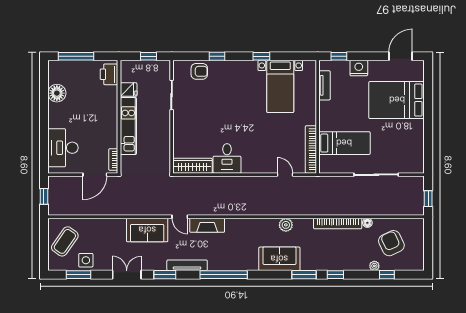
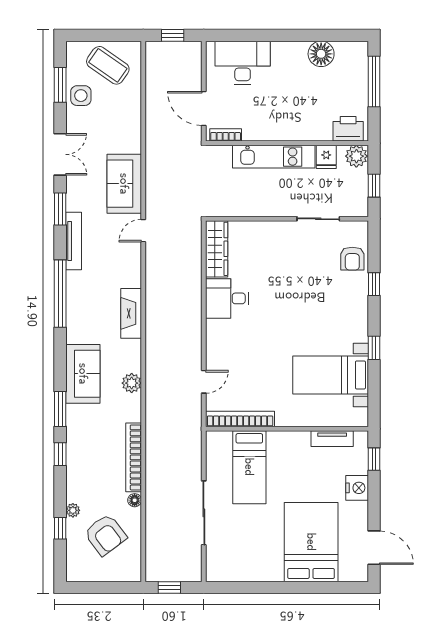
plant: (128, 69) -> (356, 156), added
fireplace: (207, 225) -> (131, 313), moved
armchair: (391, 243) -> (105, 535), turned 78

